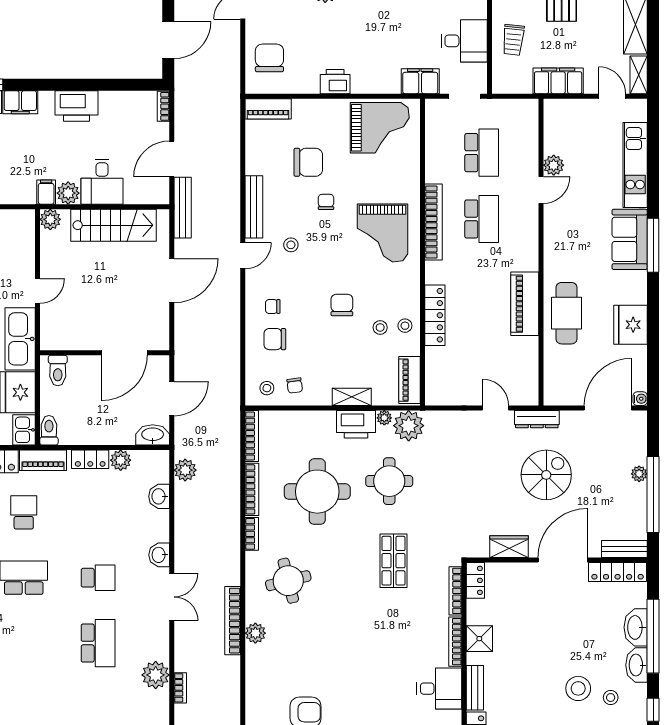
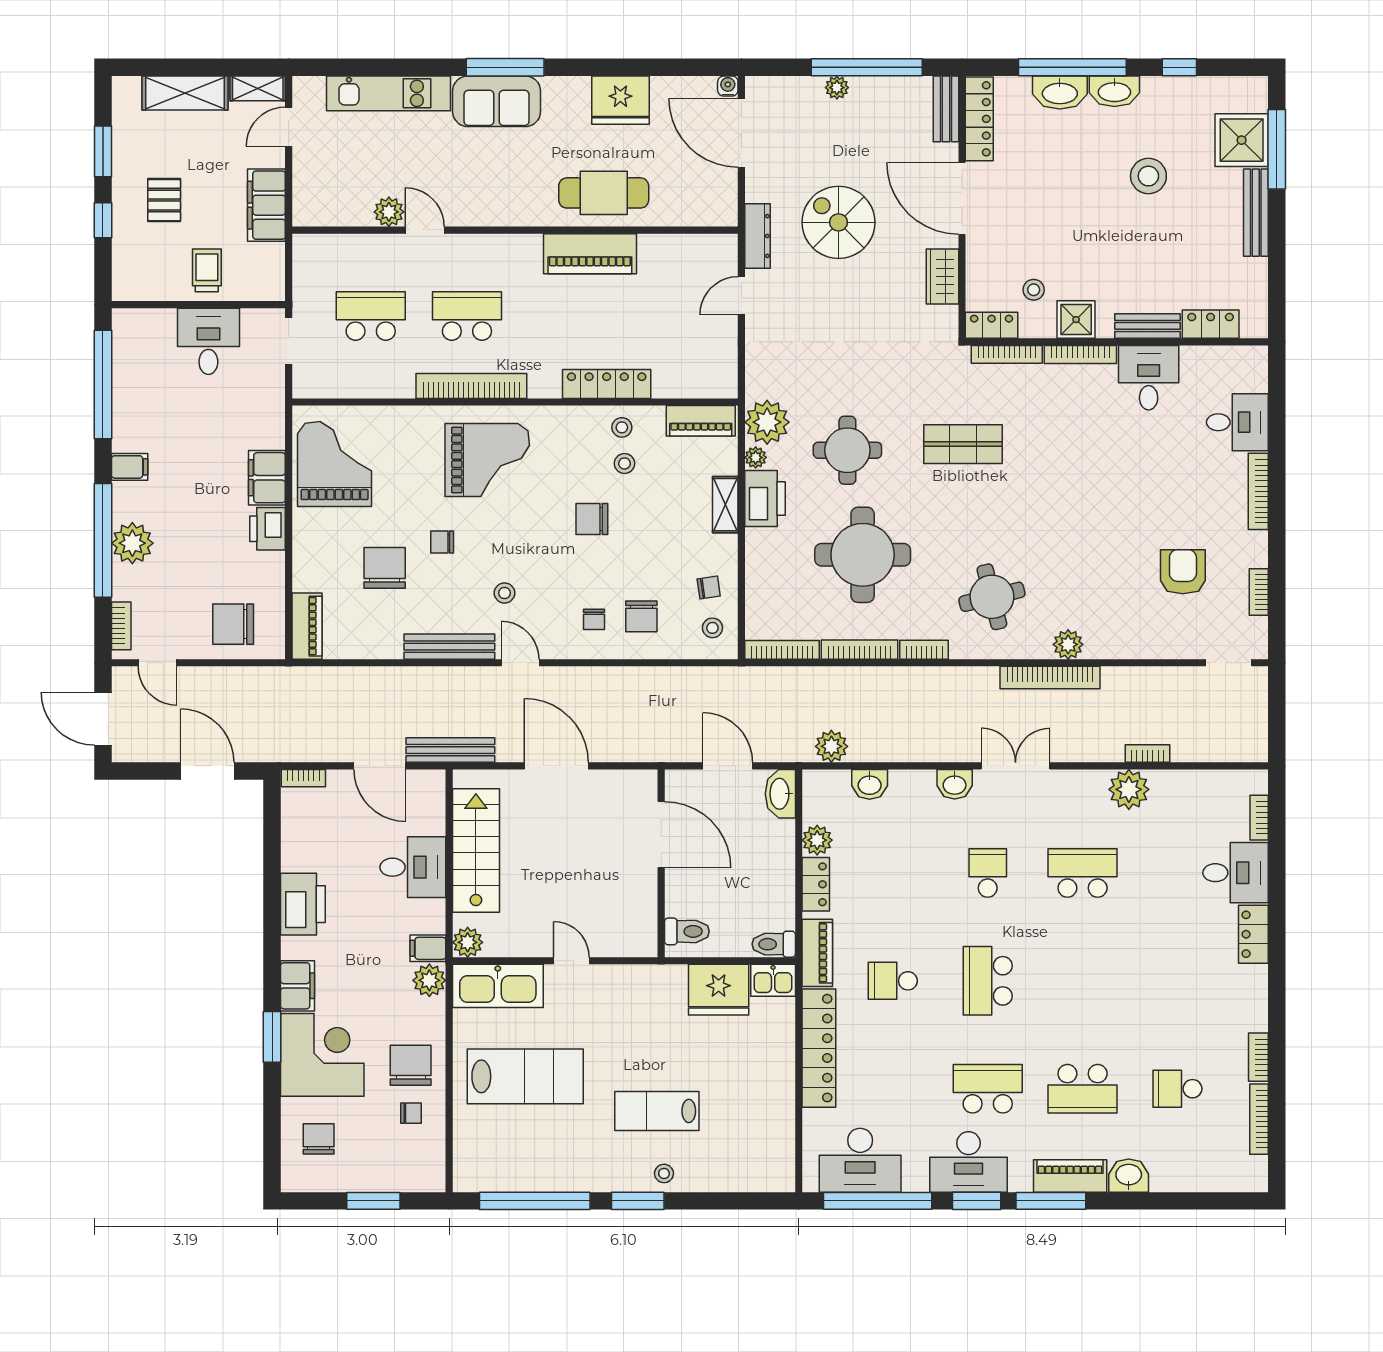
trolley: (513, 40) -> (207, 270), turned -96
filing cabinet: (420, 81) -> (267, 478), moved
plant: (68, 193) -> (429, 980), moved
kitchen sink: (20, 339) -> (498, 986), moved
stool: (611, 698) -> (1034, 290), moved

